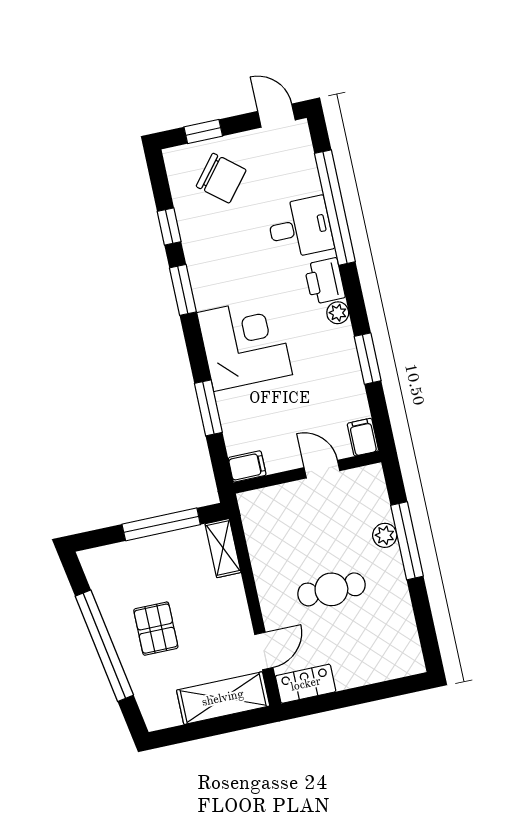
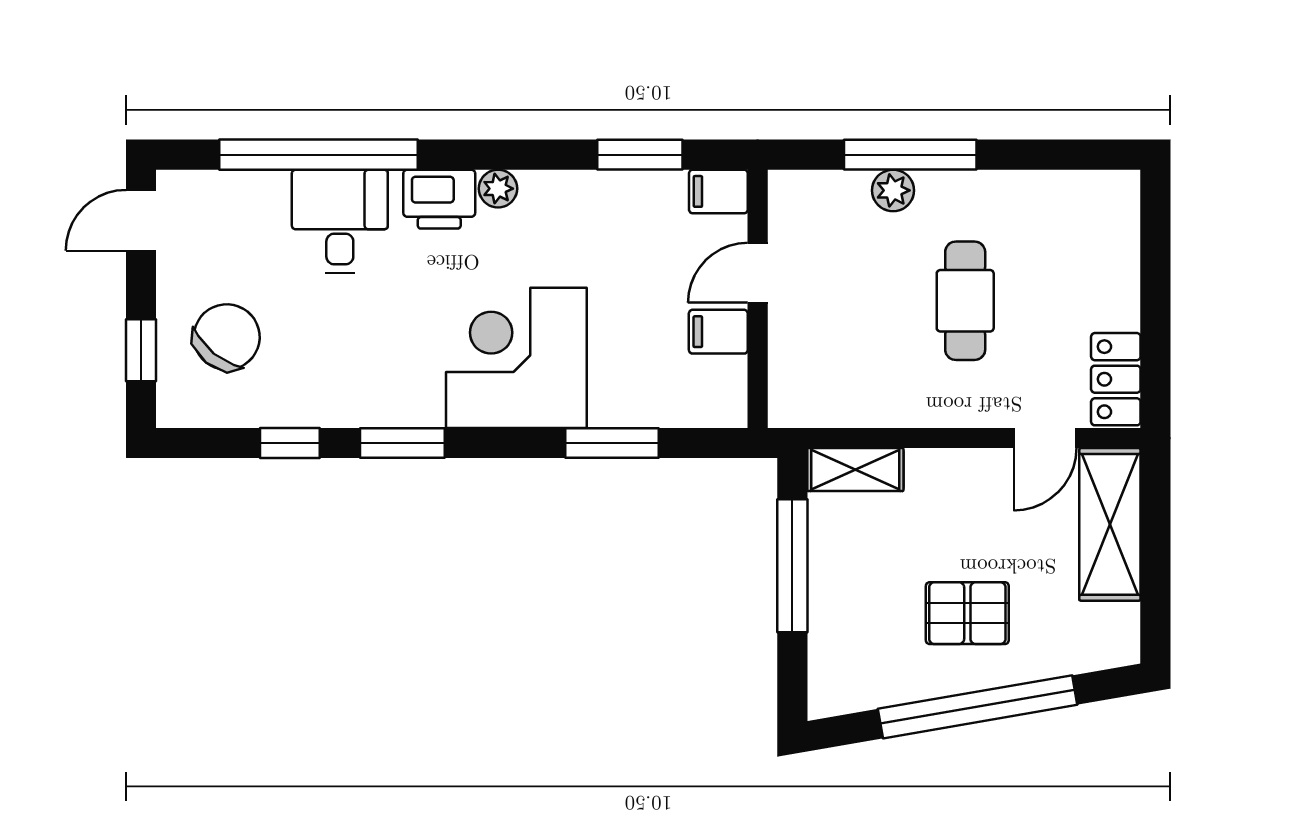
window: (368, 359) -> (640, 155), moved
filing cabinet: (247, 466) -> (718, 332), moved, turned -90
door: (264, 651) -> (1045, 438), swing flipped

